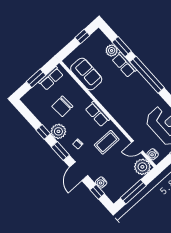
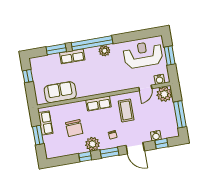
plant: (112, 50) -> (104, 51), moved

